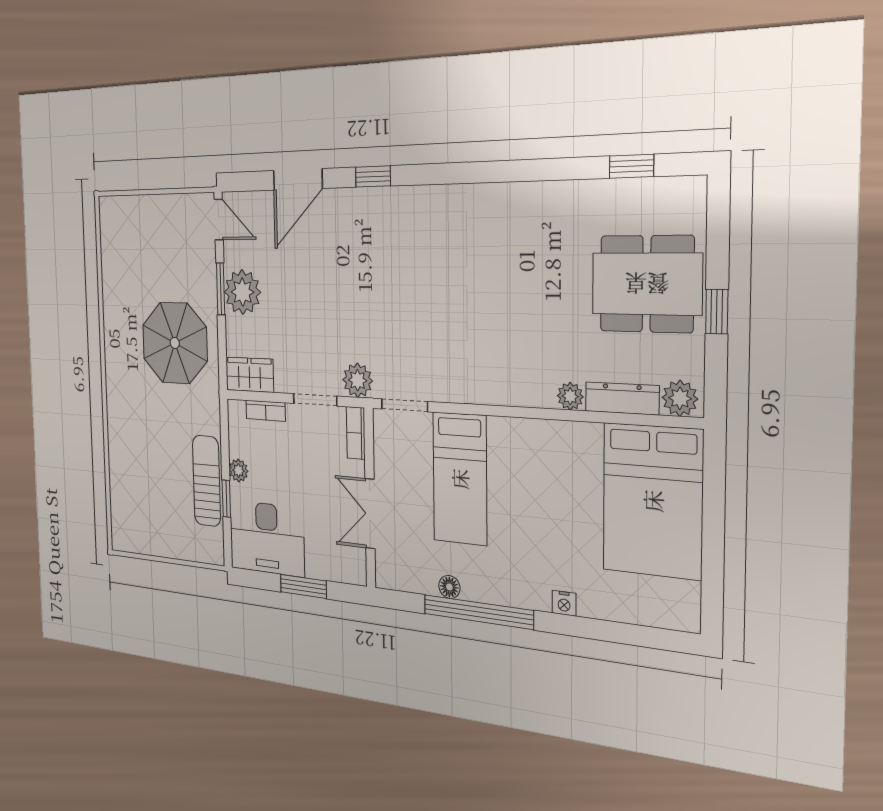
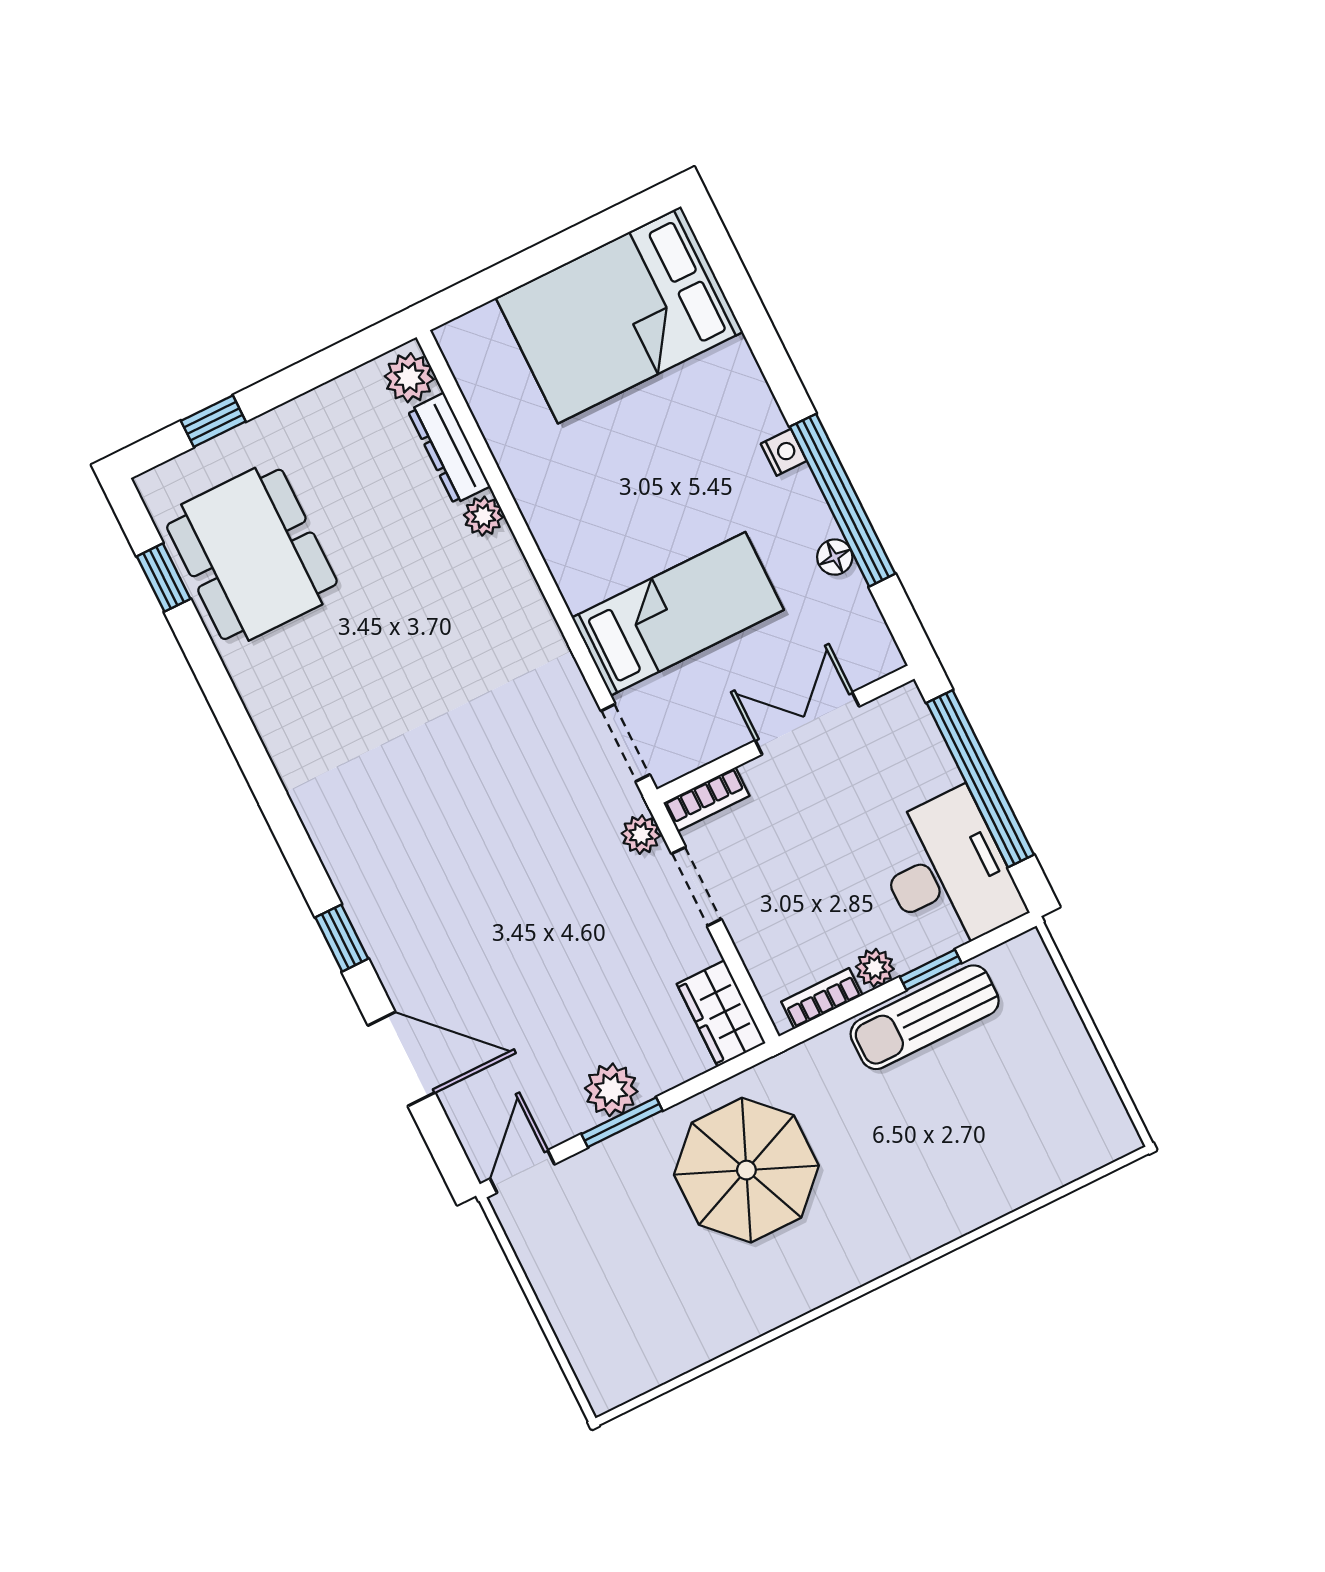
dining table: (647, 284) -> (252, 554), moved
plant: (242, 292) -> (611, 1090), width x0.73, depth x0.73
window: (717, 312) -> (213, 421), moved
plant: (358, 380) -> (641, 835), width x0.73, depth x0.73
bookcase: (266, 411) -> (822, 998), moved, turned -90
bed: (653, 501) -> (620, 315), moved, turned 180
double door: (370, 514) -> (807, 723), swing flipped
window: (303, 586) -> (980, 779), width x2.11
nightstand: (564, 603) -> (784, 452), moved

